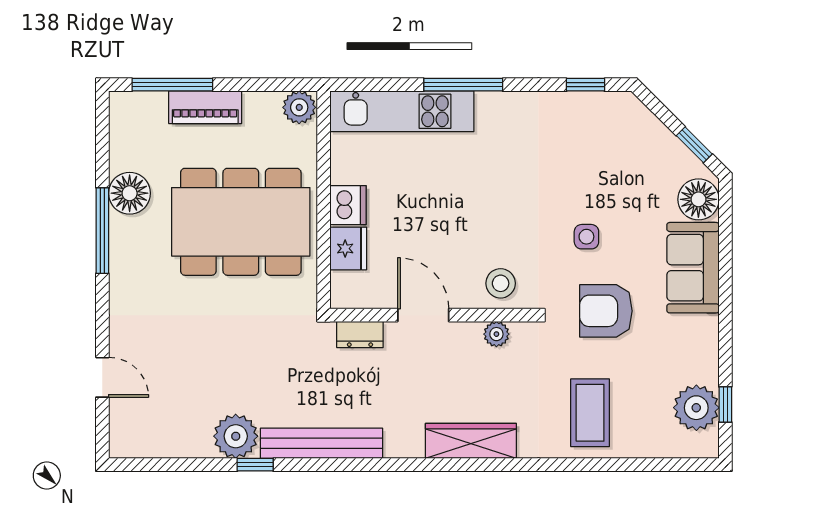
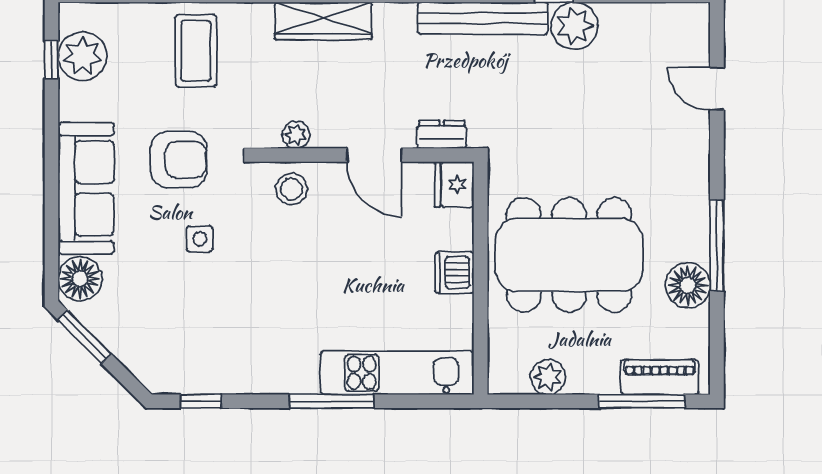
piano: (205, 107) -> (660, 377), moved
plant: (299, 107) -> (548, 377), moved
window: (694, 145) -> (85, 337), width x1.50
fridge: (348, 248) -> (454, 185), moved
sofa: (693, 268) -> (86, 188), width x1.36

